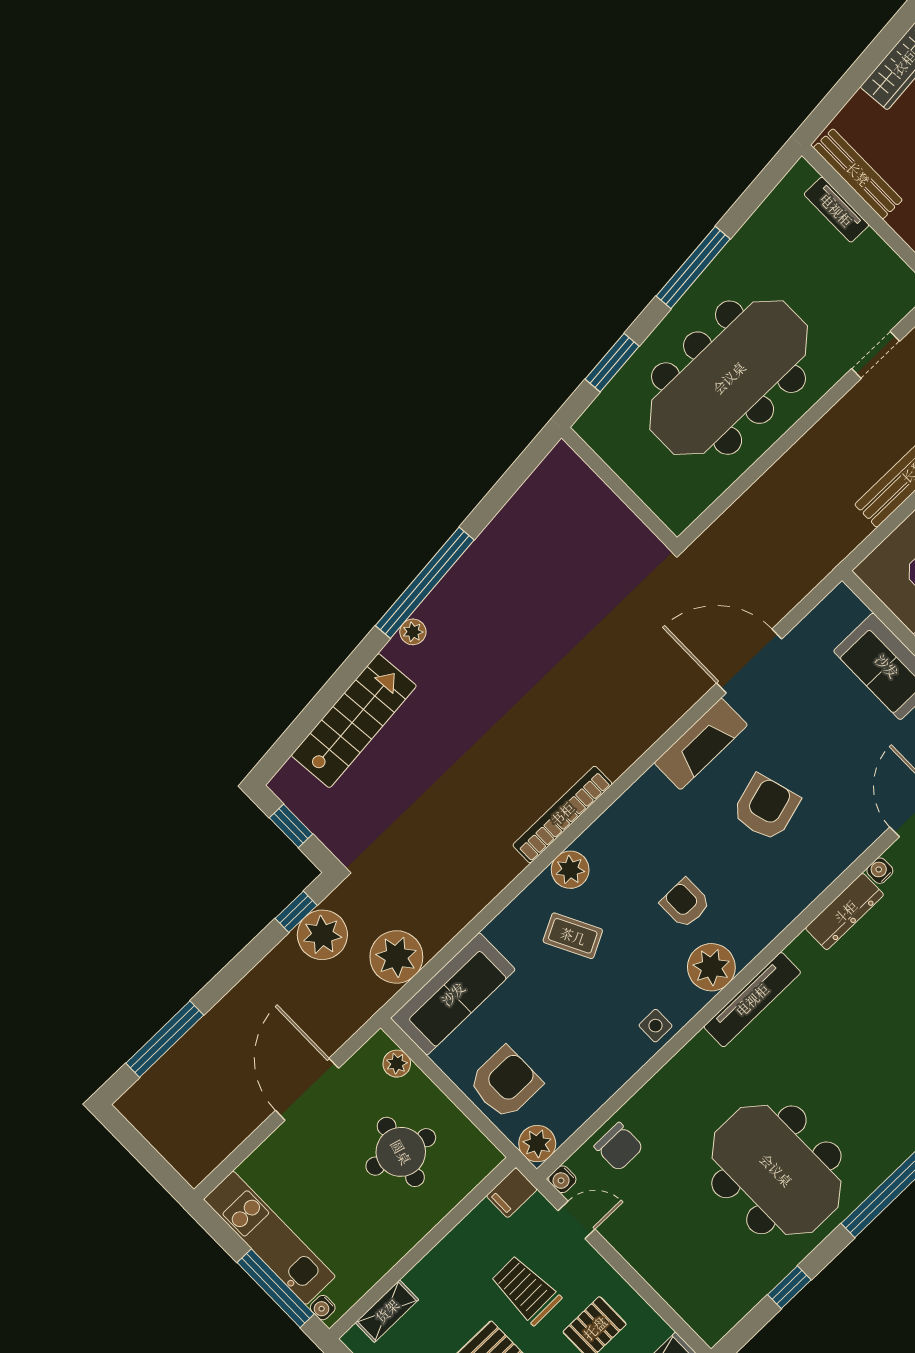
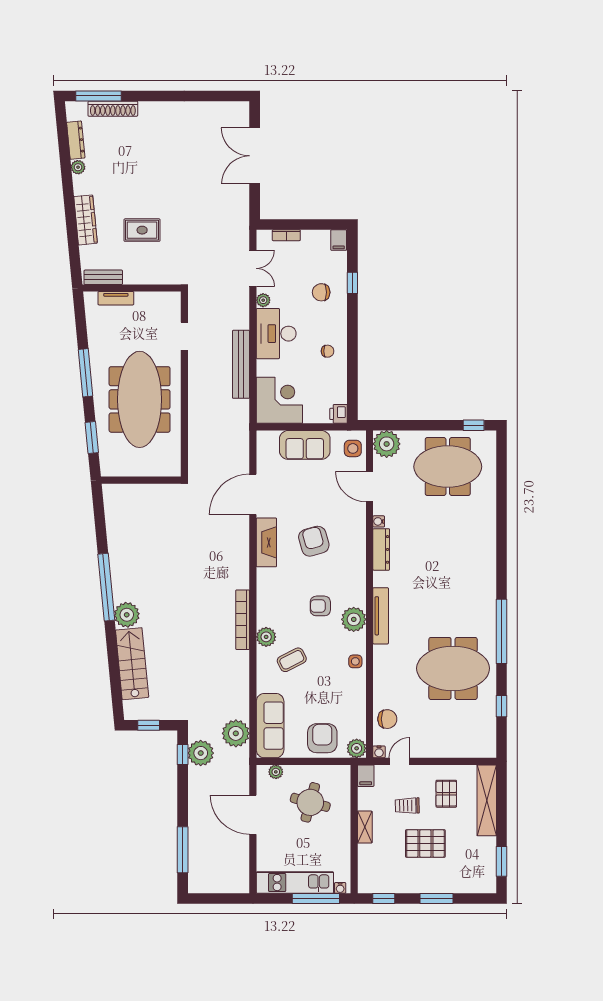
bench: (858, 174) -> (103, 277), width x0.73
plant: (413, 632) -> (127, 615), width x1.87, depth x1.87
trolley: (526, 1290) -> (407, 806), width x0.73, depth x0.72
shelving: (387, 1311) -> (365, 827), moved

